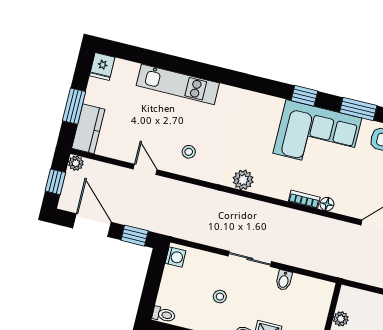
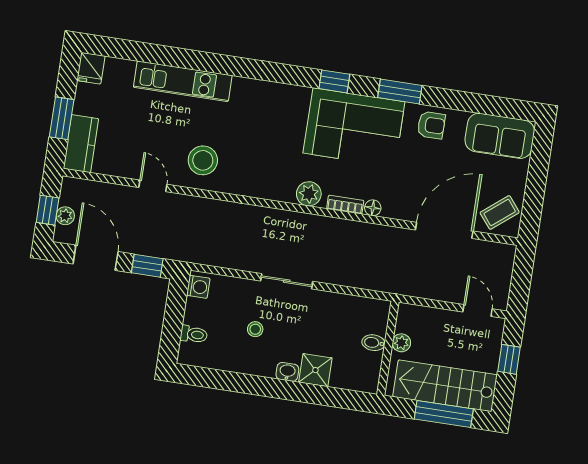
stool: (189, 152) -> (203, 160), width x1.89, depth x1.89
plant: (76, 163) -> (65, 216), moved
plant: (243, 180) -> (309, 194), moved
bidet: (284, 280) -> (373, 343), moved, turned 90
toilet: (164, 315) -> (194, 334), moved

